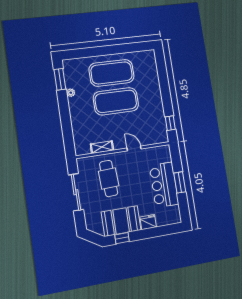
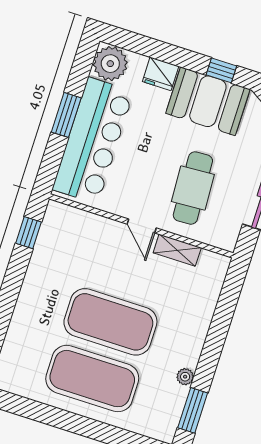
door: (134, 148) -> (142, 226), moved
bar counter: (164, 185) -> (93, 140), width x1.36
plant: (172, 215) -> (110, 64), added

